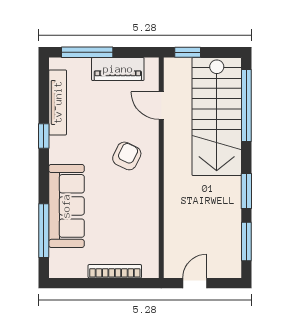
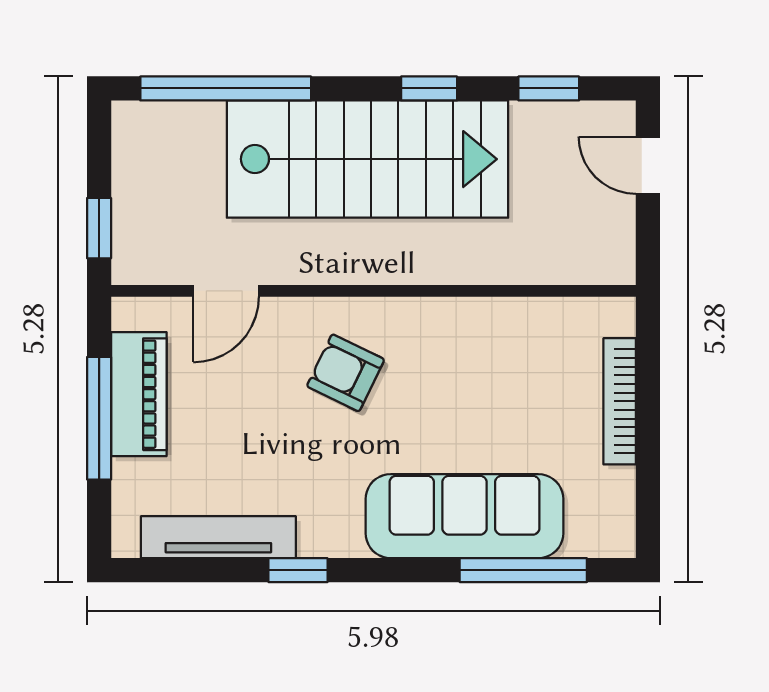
window: (87, 52) -> (99, 418), moved
stairs: (217, 116) -> (367, 159), moved
window: (246, 191) -> (429, 88), width x0.67
window: (246, 241) -> (549, 88), width x0.67
door: (195, 283) -> (648, 165), moved

